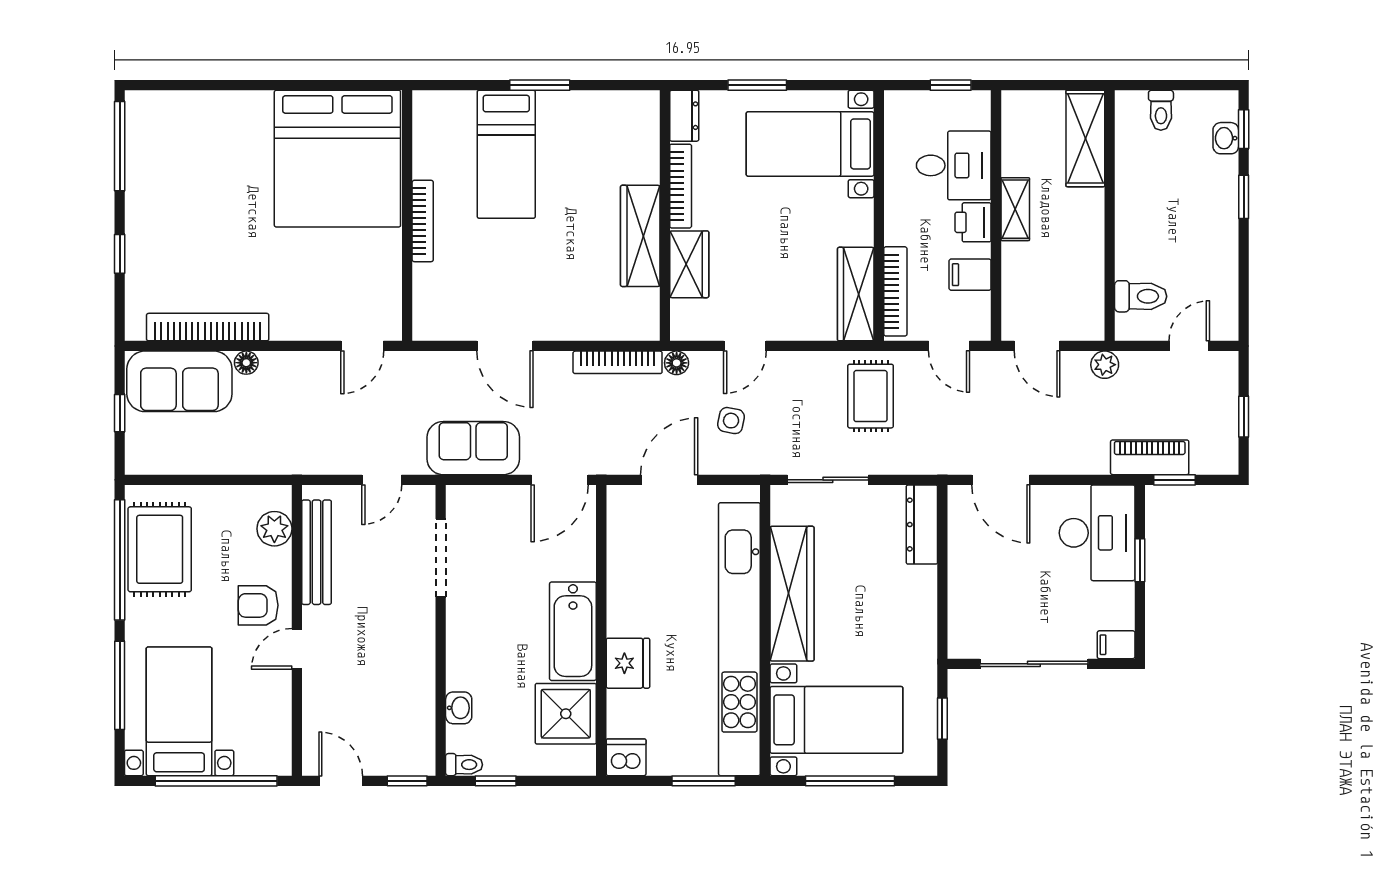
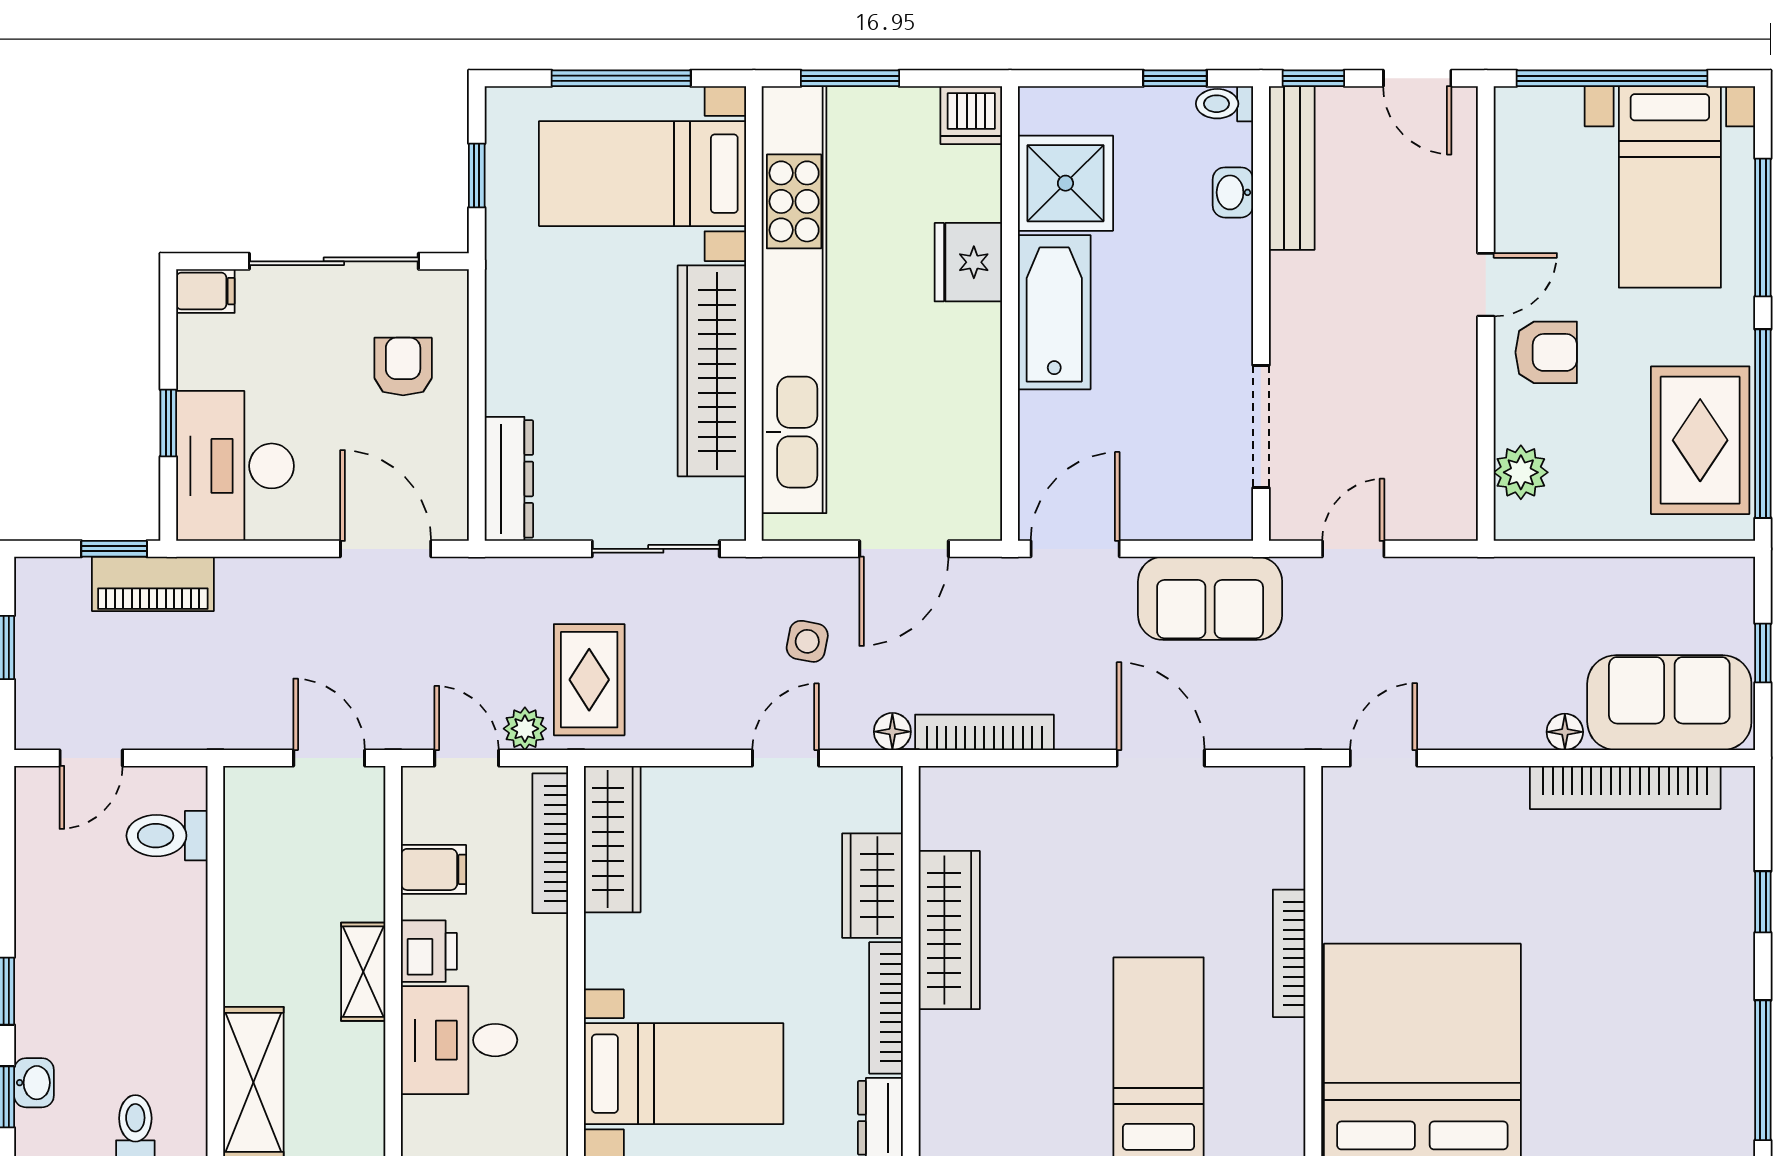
plant: (1105, 365) -> (525, 729), moved
bench: (317, 552) -> (1292, 168), moved
armchair: (990, 596) -> (403, 367), added

